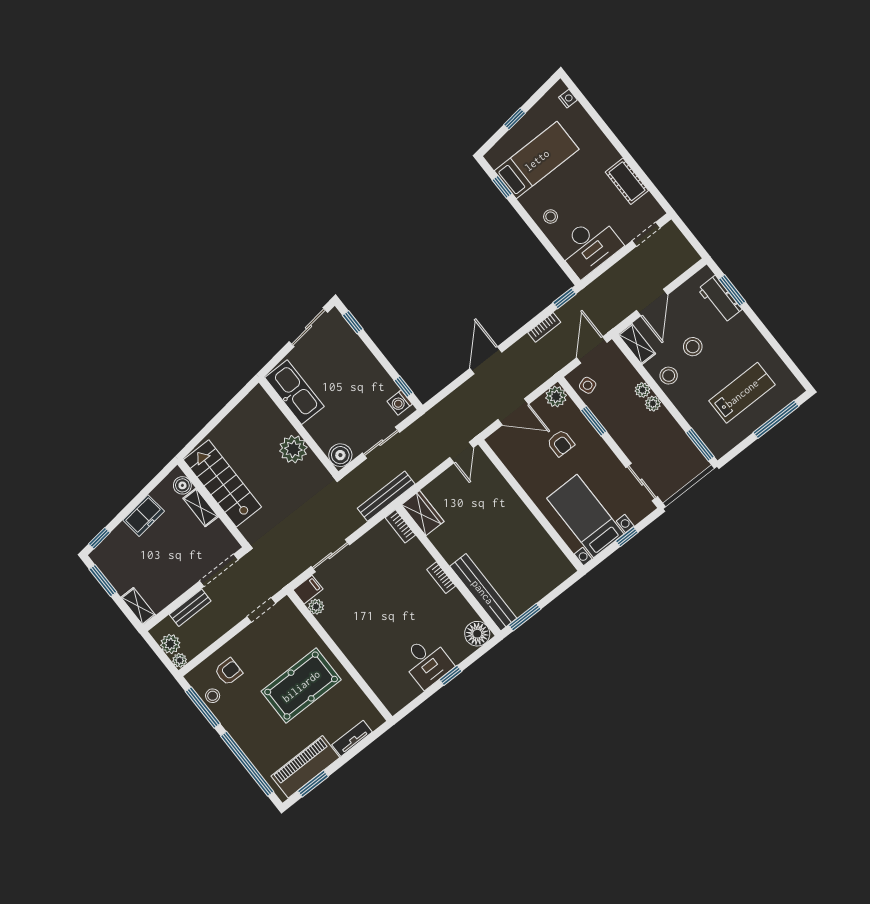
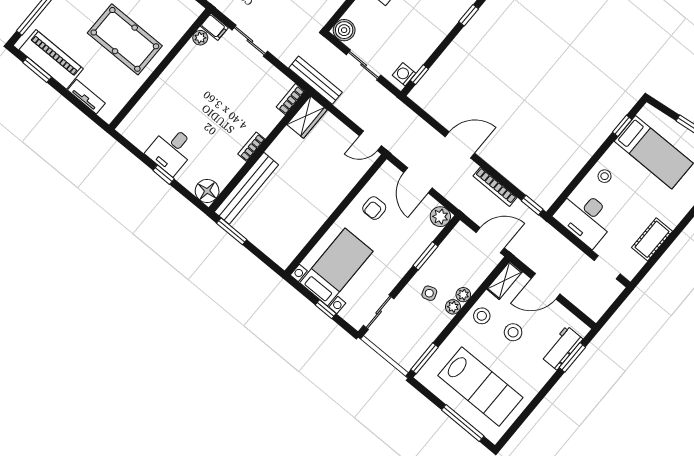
bookcase: (544, 327) -> (495, 187), width x1.56
side table: (588, 385) -> (429, 293), moved
lab bench: (742, 393) -> (480, 387), width x1.36, depth x1.39
armchair: (561, 443) -> (374, 208), moved

